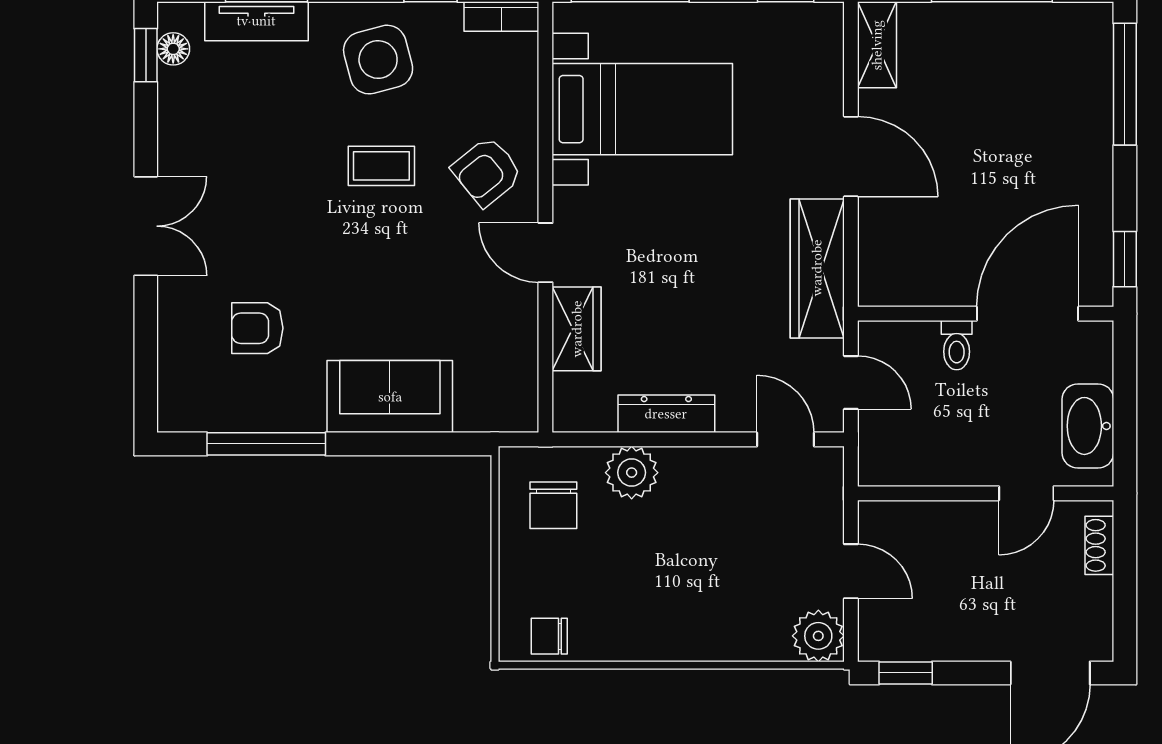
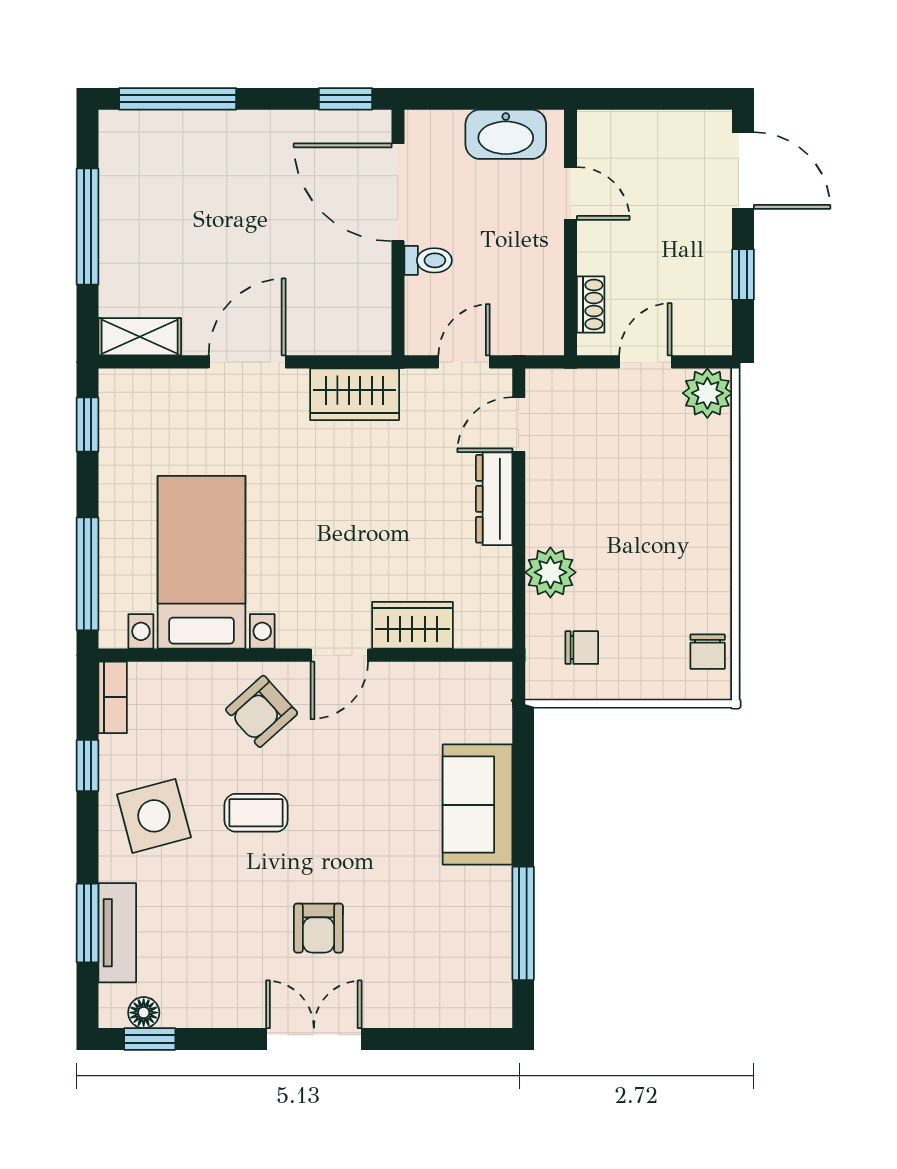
coffee table: (381, 166) -> (256, 813), turned 90
armchair: (487, 172) -> (262, 711), turned 87
wardrobe: (817, 268) -> (355, 394), width x0.67
armchair: (257, 328) -> (318, 928), moved
dresser: (666, 414) -> (494, 499), moved
chair: (553, 505) -> (582, 648), width x0.73, depth x0.73
shoe rack: (1099, 545) -> (591, 304), moved, turned -90
window: (906, 673) -> (743, 274), moved

